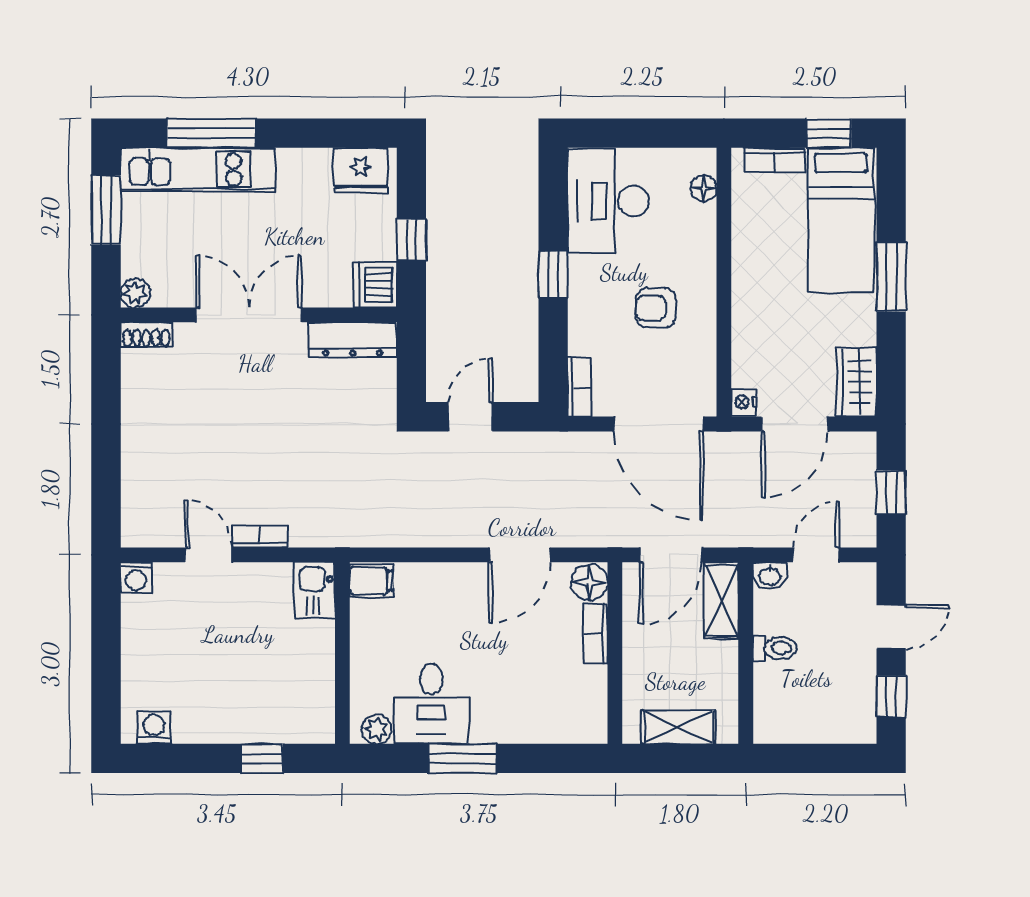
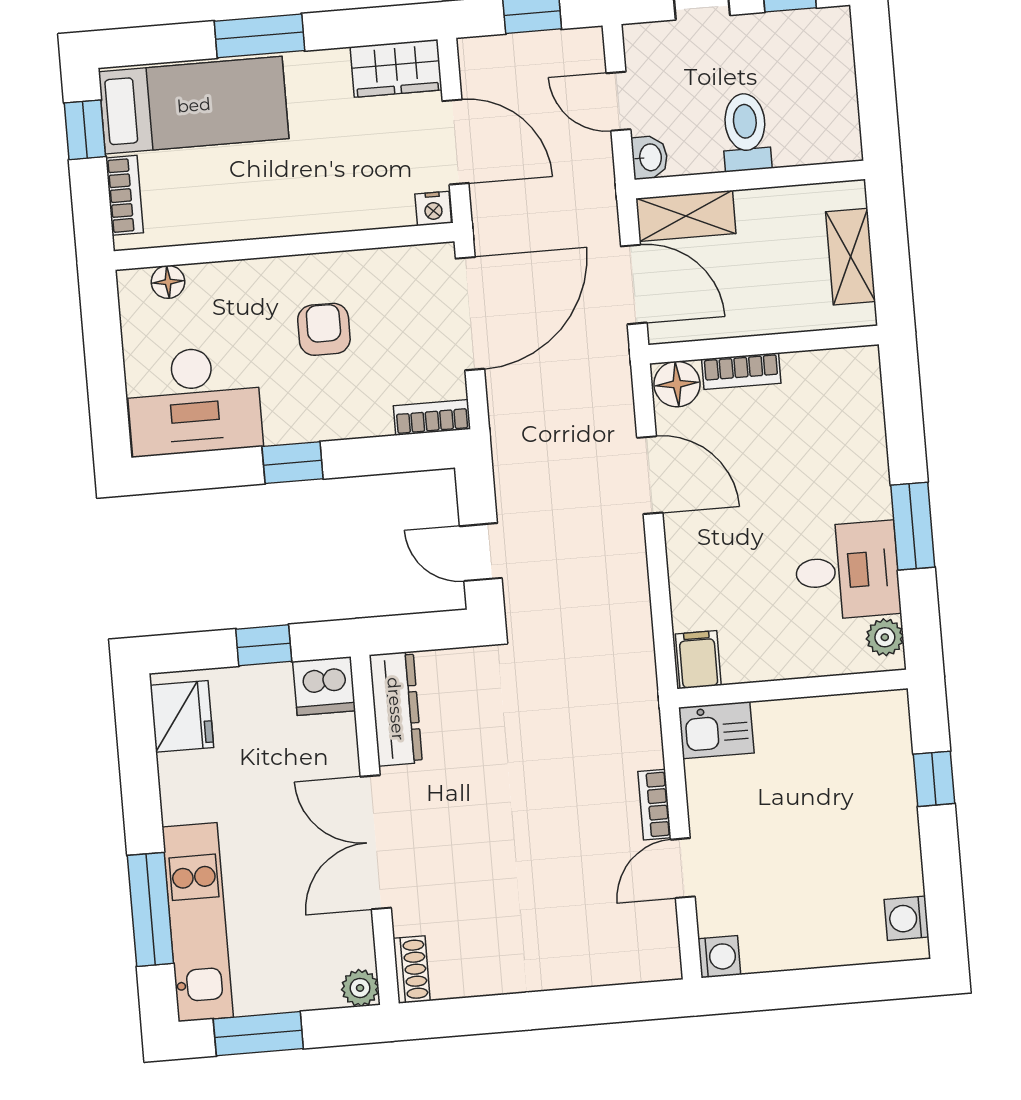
armchair: (656, 308) -> (324, 329), turned 180
toilet: (775, 648) -> (746, 132), width x1.37, depth x1.39

